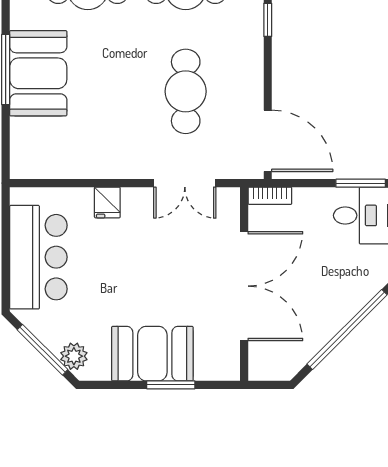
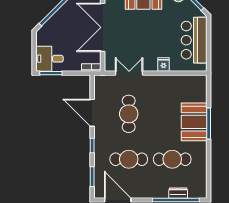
door: (268, 141) -> (92, 113), moved

